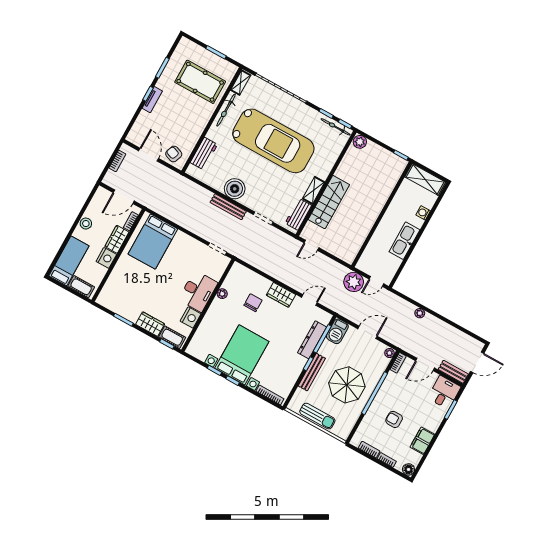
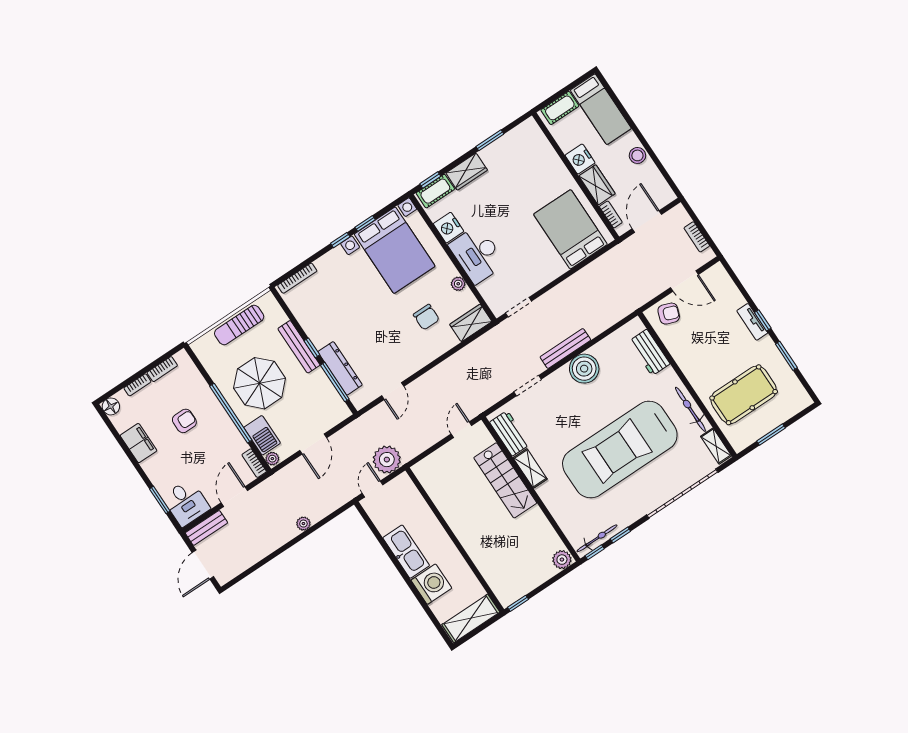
washing machine: (423, 213) -> (431, 584), width x1.89, depth x1.89
wardrobe: (281, 295) -> (471, 323), moved
barbecue: (337, 331) -> (262, 435), moved, turned 180
bed with nightstands: (242, 355) -> (395, 250), moved

